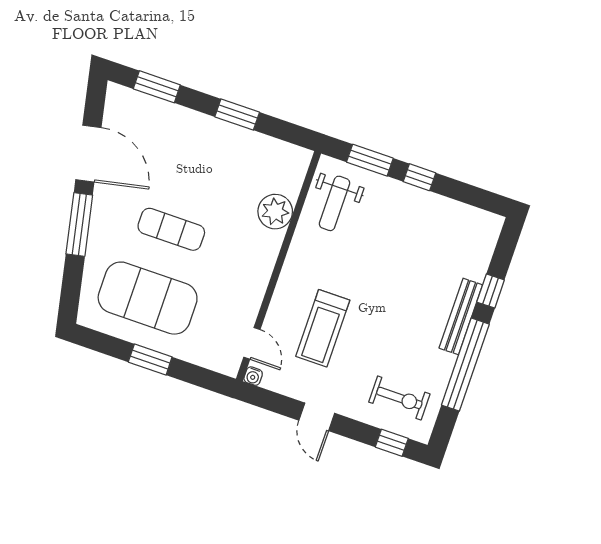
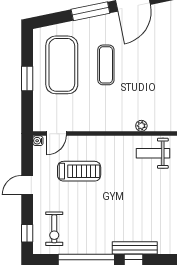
plant: (275, 212) -> (141, 126), width x0.53, depth x0.53
bench: (461, 316) -> (135, 248), moved
treadmill: (323, 328) -> (79, 171), turned 180

